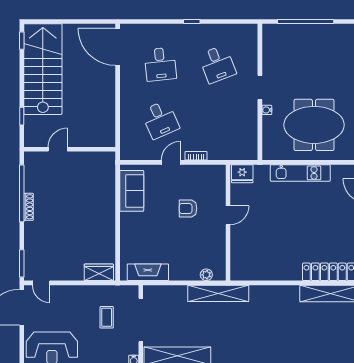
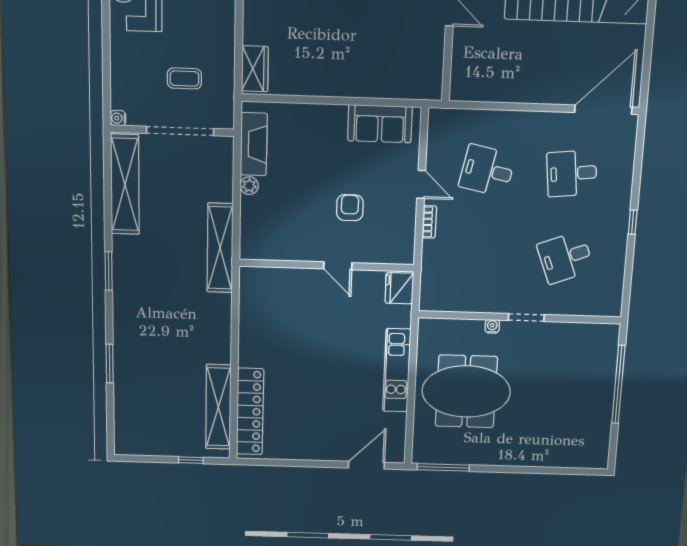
desk: (160, 120) -> (487, 171), turned 36
meeting table: (314, 125) -> (466, 391), turned 90
plant: (206, 275) -> (249, 186), moved

